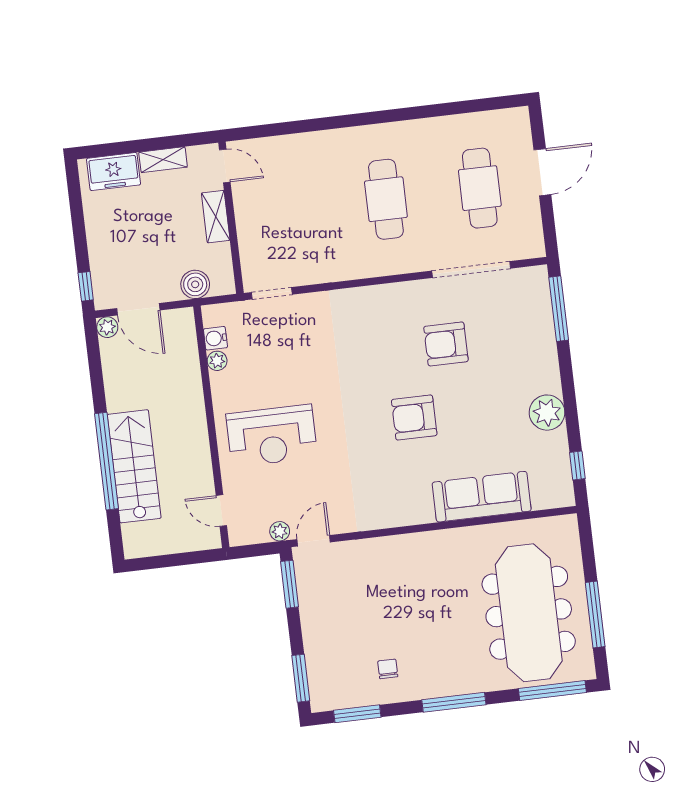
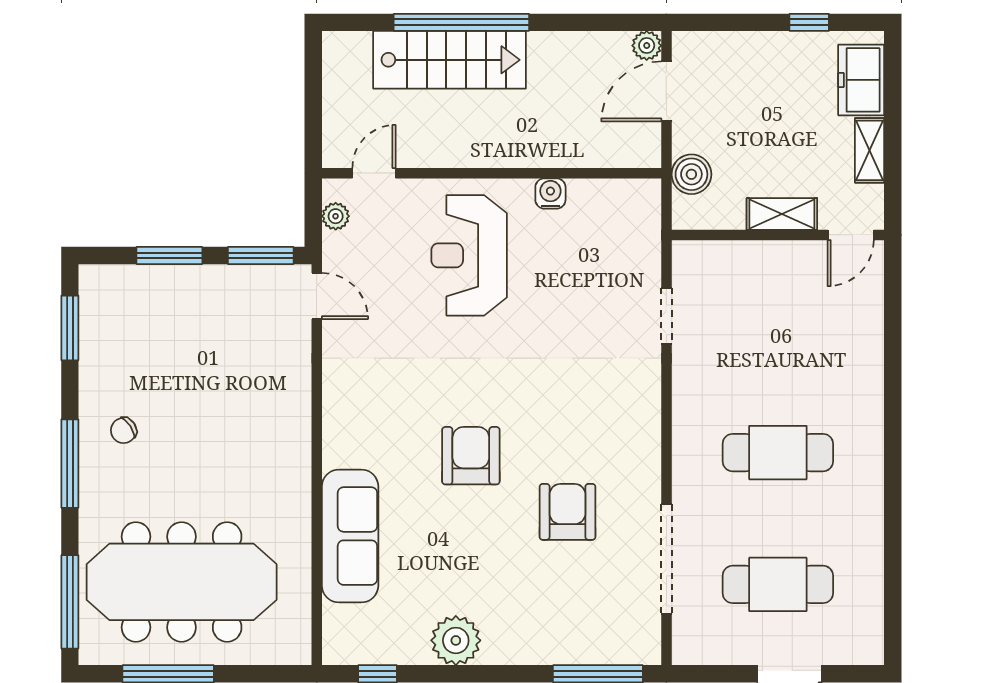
window: (86, 286) -> (809, 22), moved
doorway: (272, 293) -> (666, 316), moved
water cooler: (215, 338) -> (550, 193), moved
plant: (217, 361) -> (582, 192), removed
plant: (280, 531) -> (336, 216), moved
chair: (388, 669) -> (124, 430), moved, turned 146
window: (301, 678) -> (169, 255), moved

